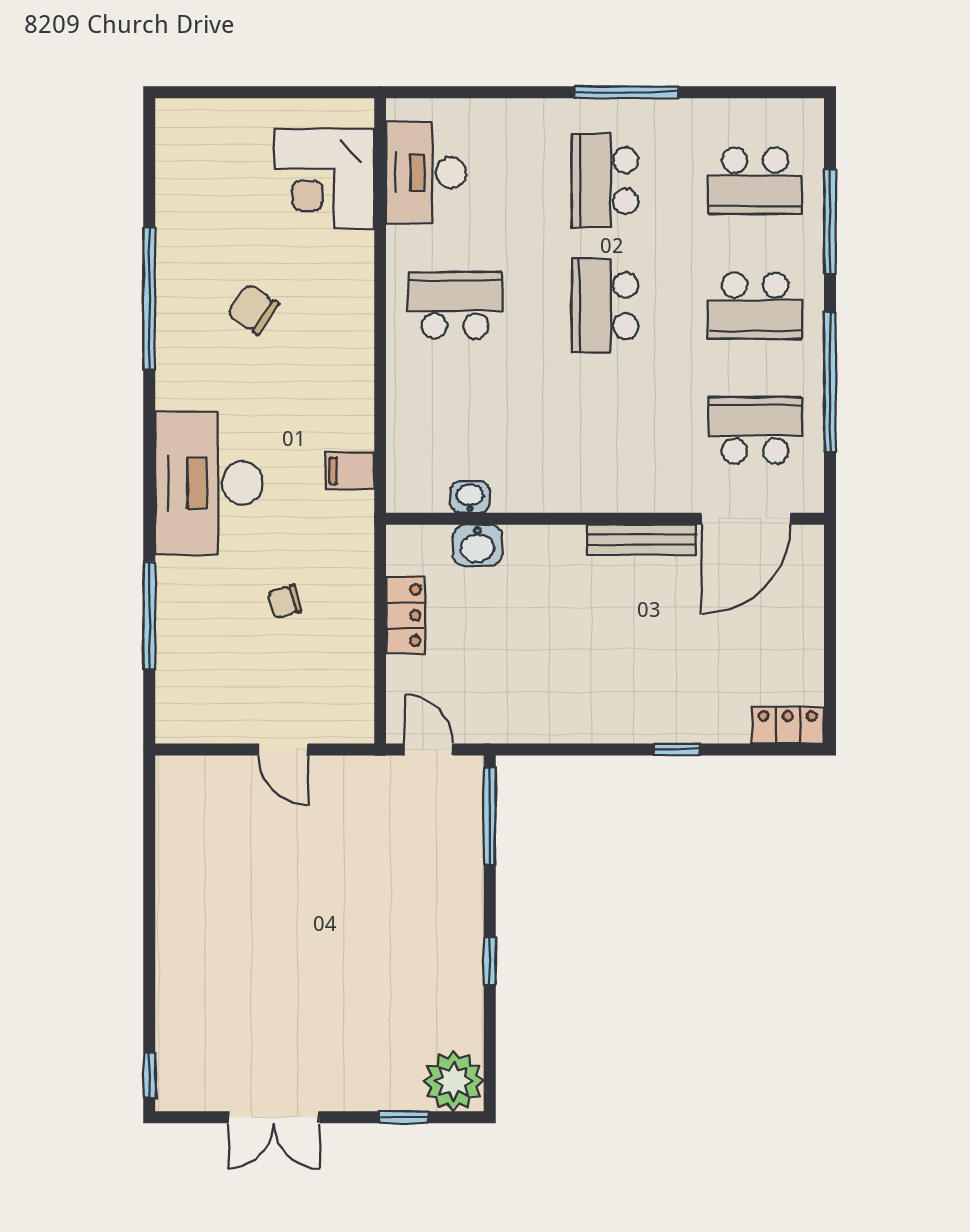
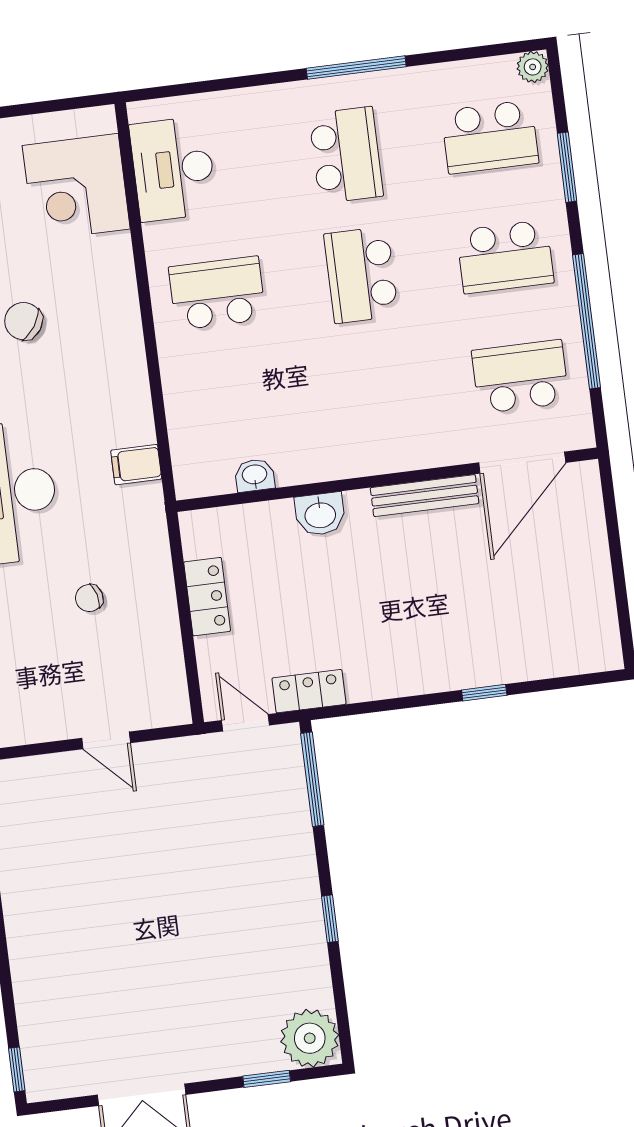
plant: (808, 115) -> (533, 67), added
school desk: (605, 181) -> (346, 155), turned 180
window: (830, 222) -> (567, 167), width x0.69
washbasin: (478, 545) -> (320, 514), moved
locker: (788, 725) -> (309, 691), moved

